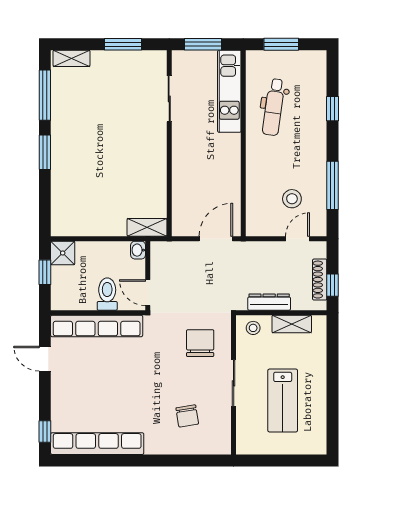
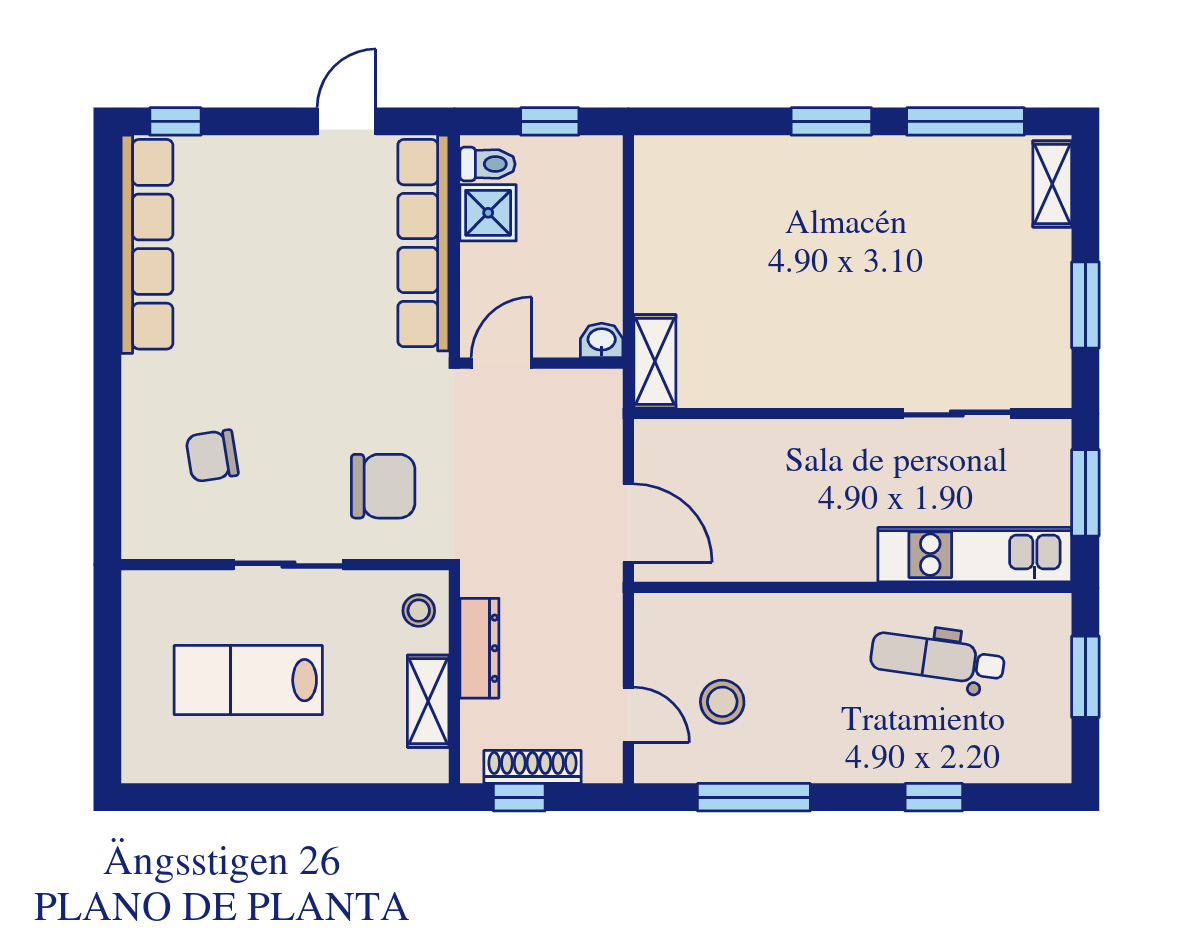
shower: (63, 253) -> (488, 213), moved
toilet: (107, 294) -> (488, 164), moved, width x0.73, depth x0.72

